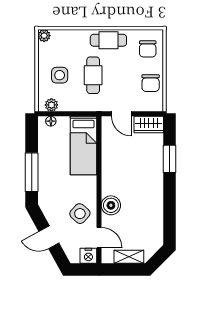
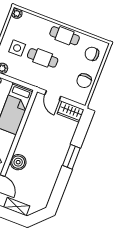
chair: (148, 49) -> (92, 54), turned 90
cafe table: (93, 75) -> (43, 58), turned 90
window: (170, 159) -> (71, 157), moved

